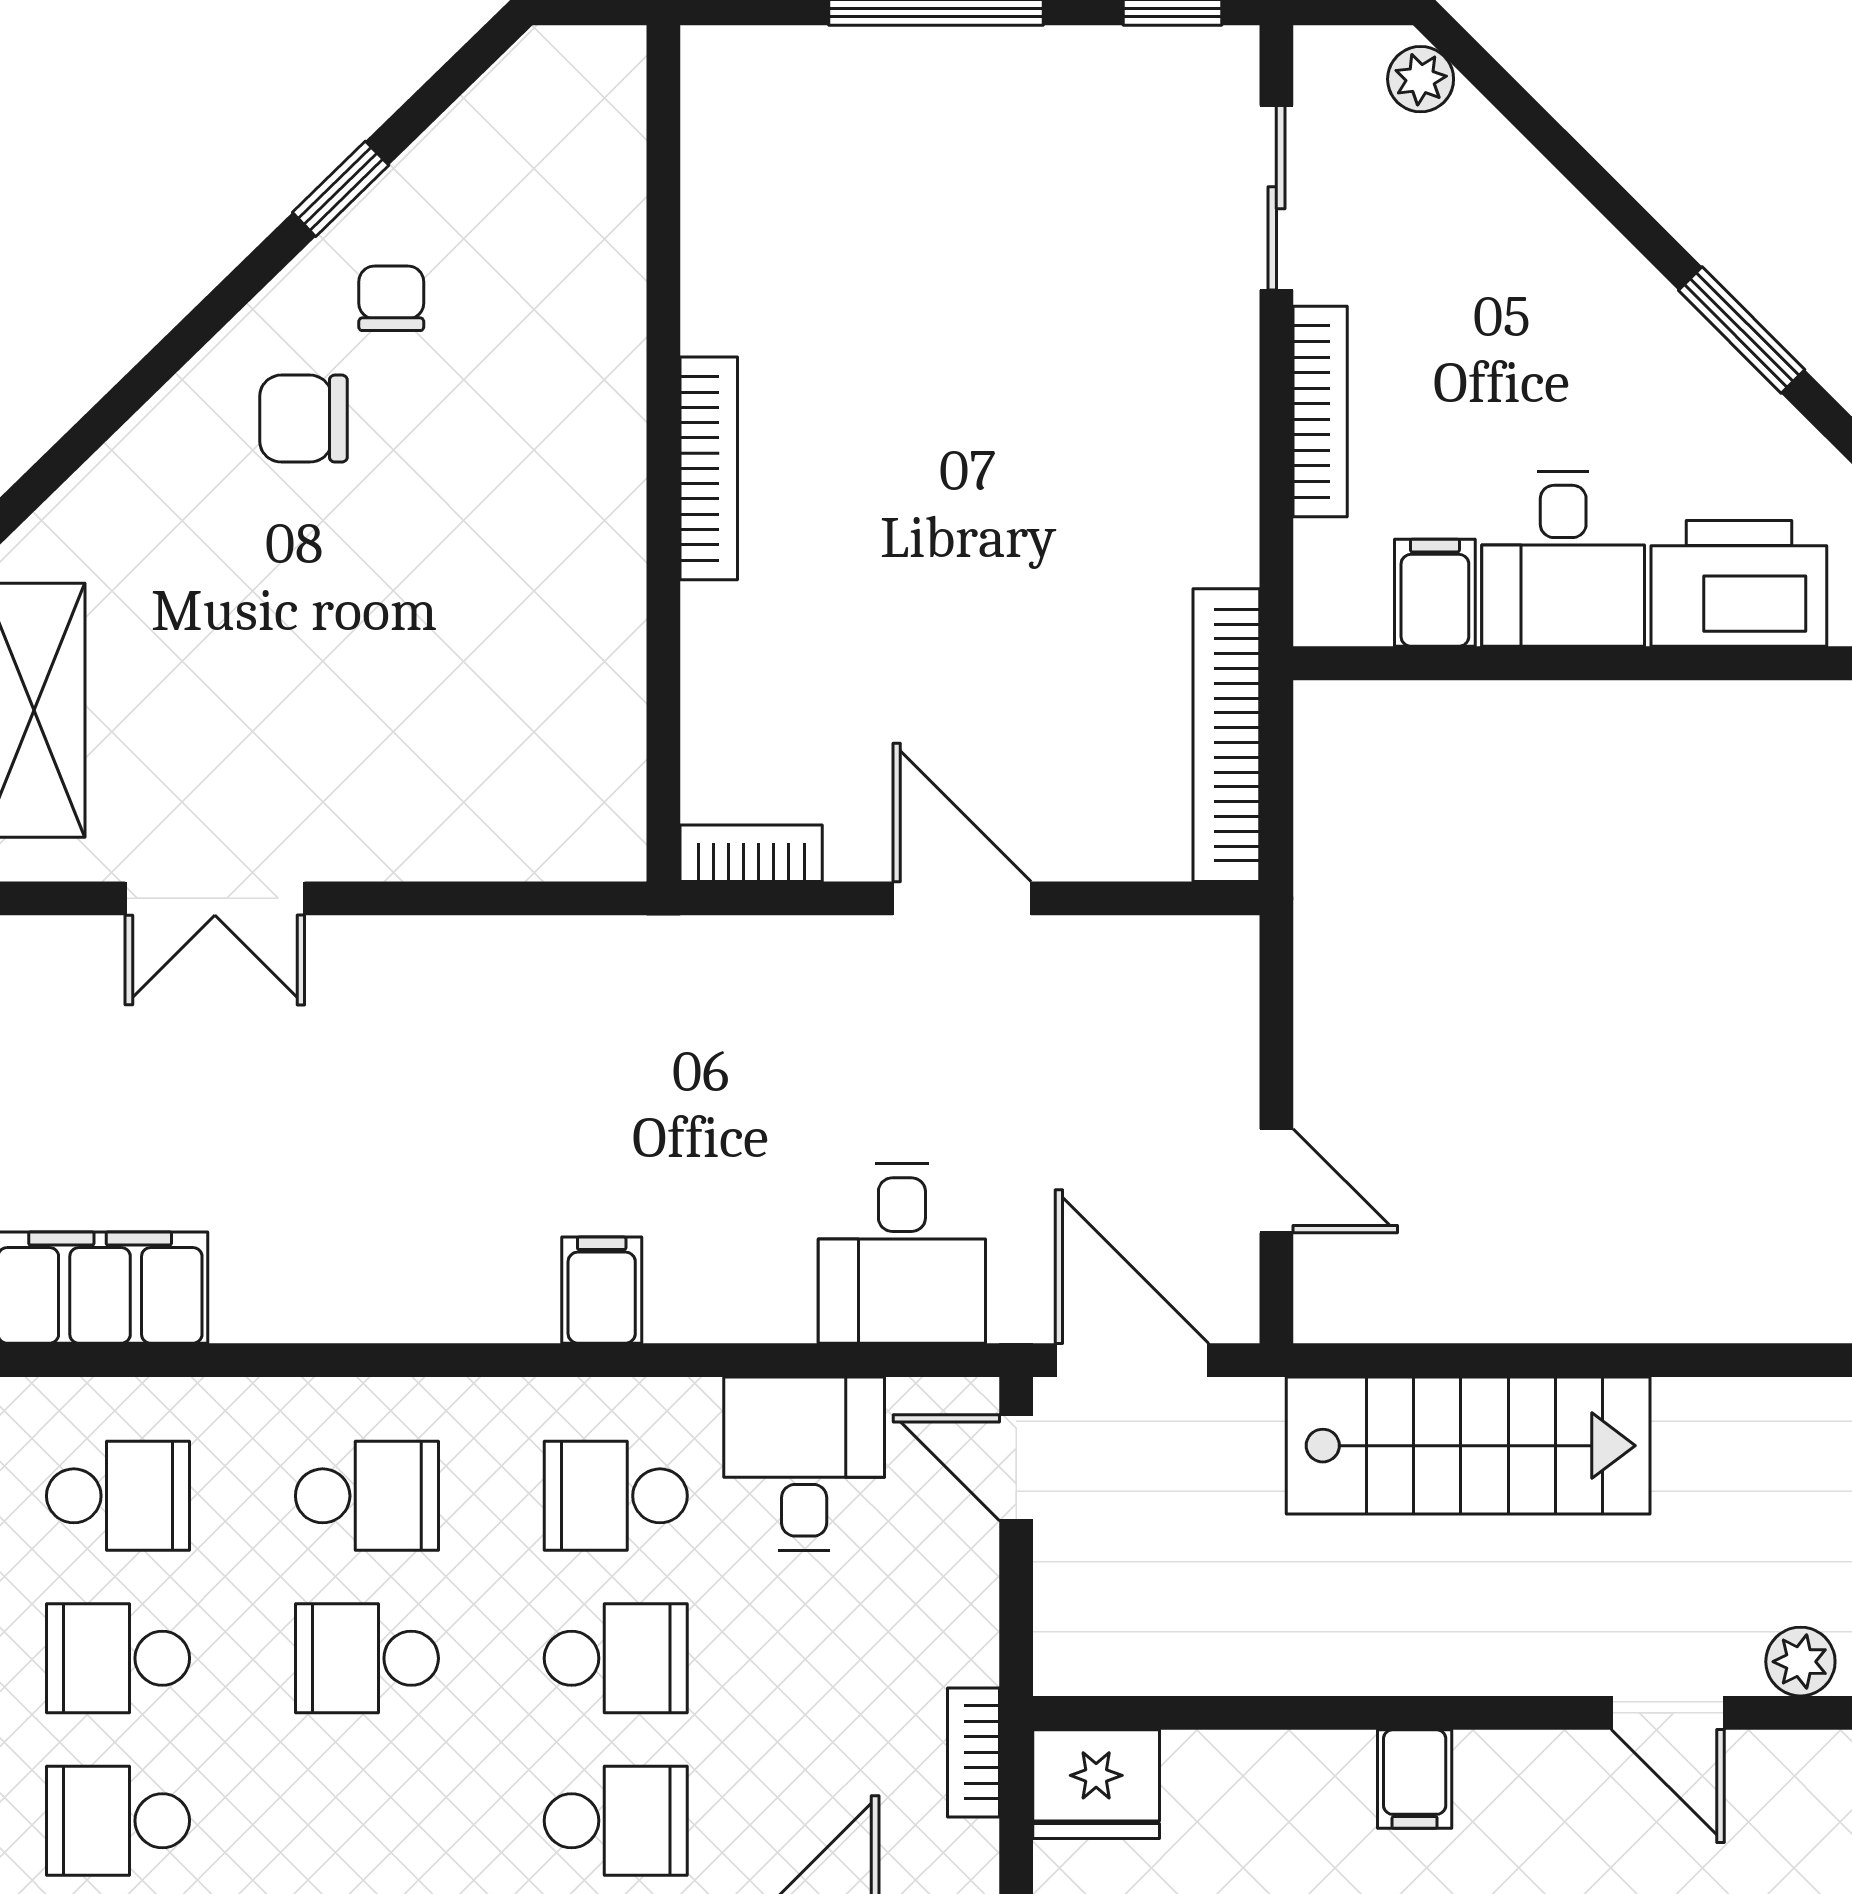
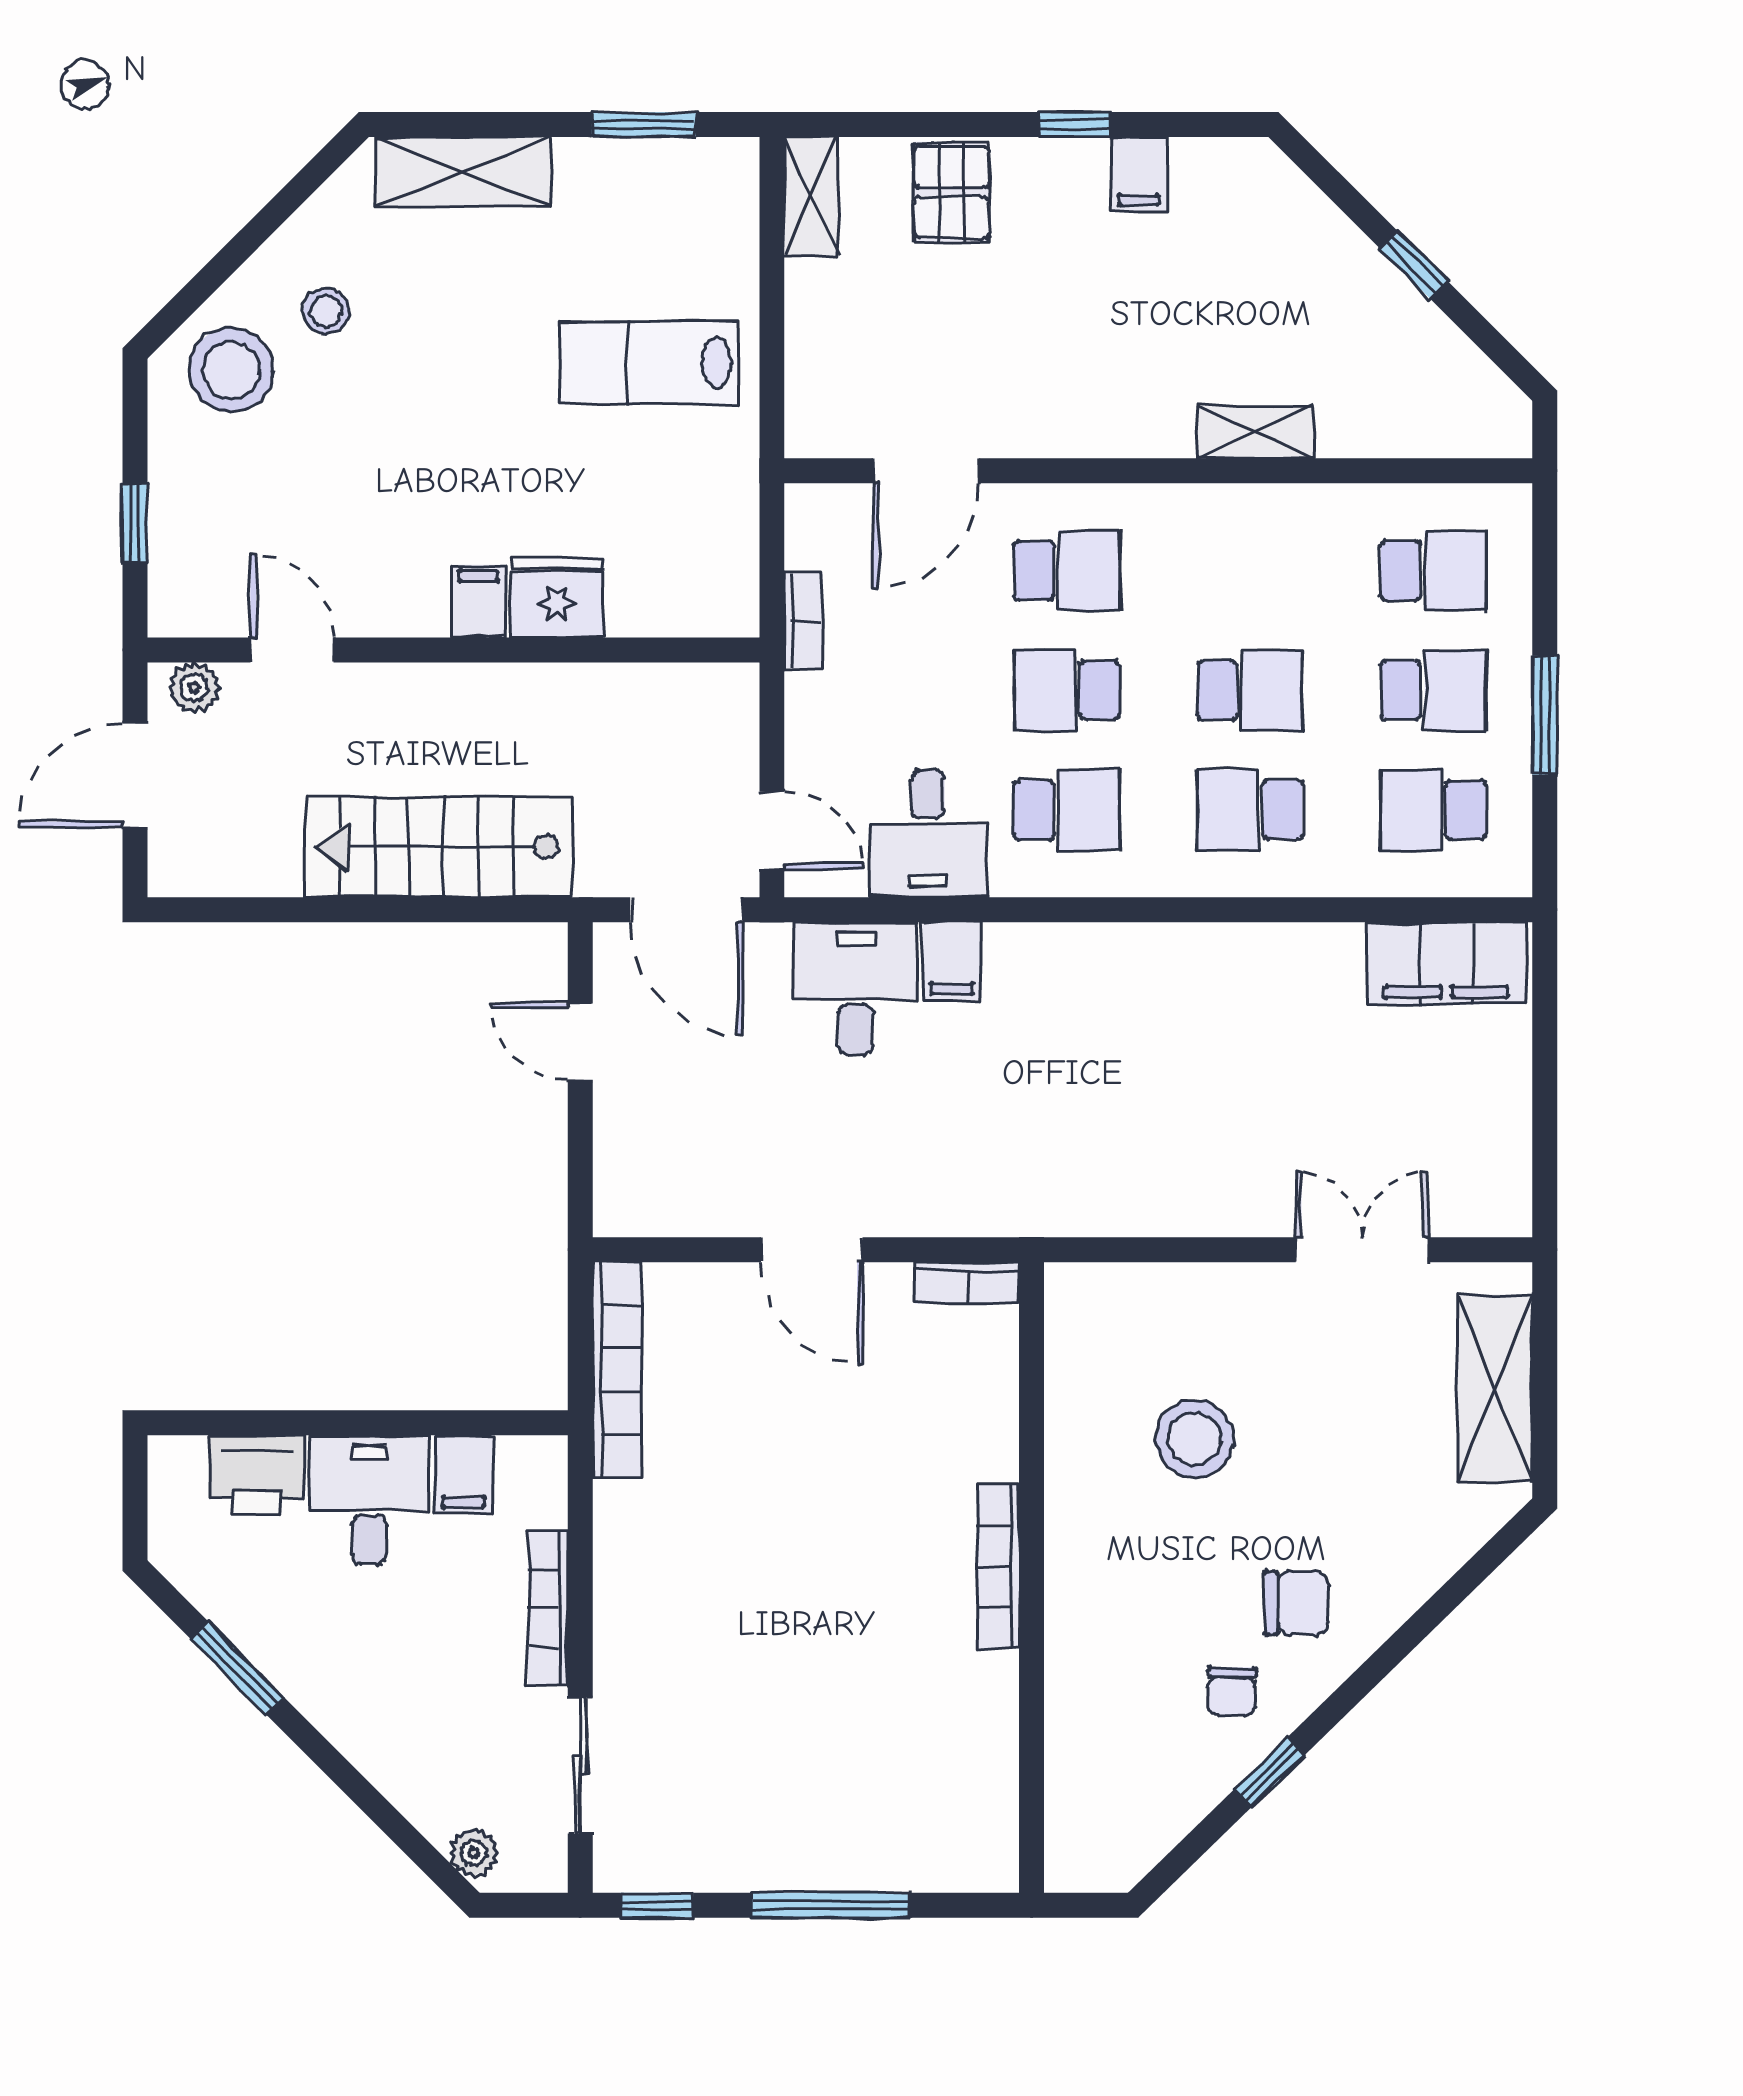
printer: (1739, 583) -> (257, 1474), width x0.73, depth x0.84
stool: (442, 642) -> (1194, 1439), added
filing cabinet: (602, 1290) -> (952, 961), moved
fridge: (1096, 1784) -> (557, 598), moved
school desk: (616, 1821) -> (1067, 571), turned 180

